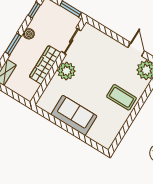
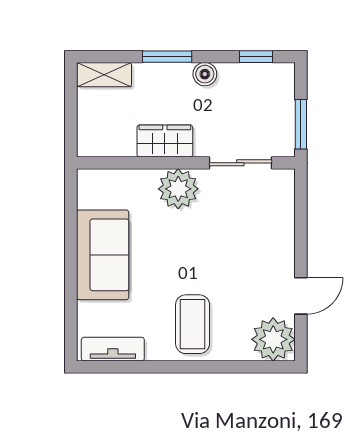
wardrobe: (45, 65) -> (165, 141), width x0.67
tv unit: (112, 134) -> (113, 349), added

